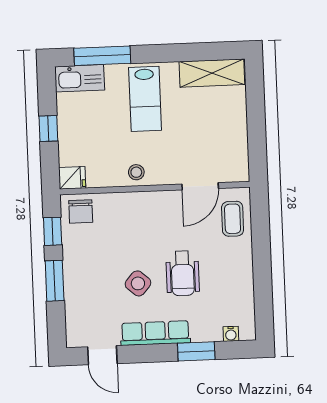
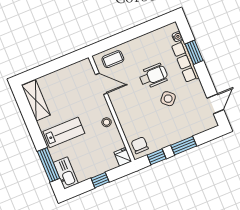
chair: (81, 211) -> (140, 145), turned -90
row of seats: (155, 333) -> (185, 62), moved

